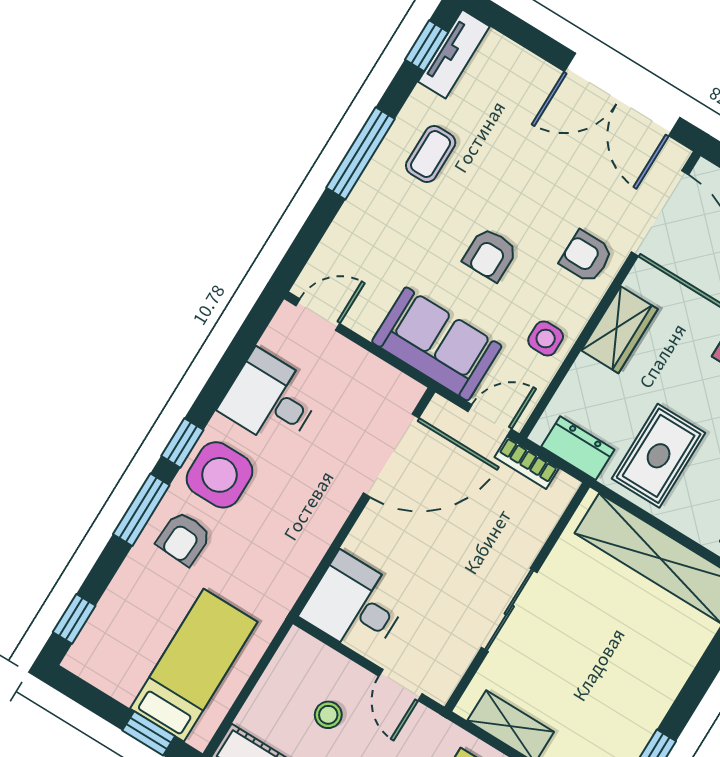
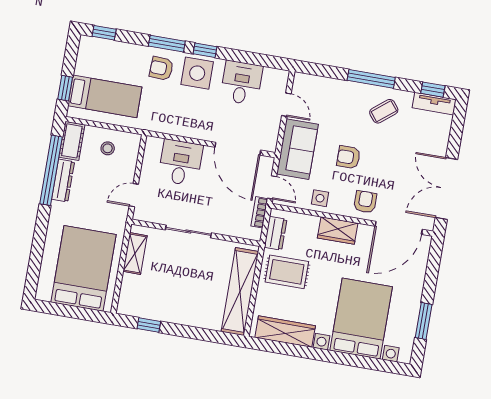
coffee table: (431, 154) -> (384, 111), turned -39
door: (318, 315) -> (286, 105), moved
desk: (355, 605) -> (181, 163), moved
stool: (328, 715) -> (108, 148), moved

